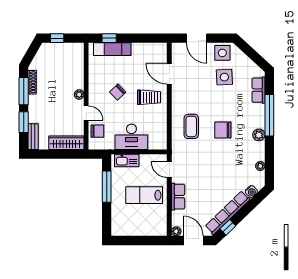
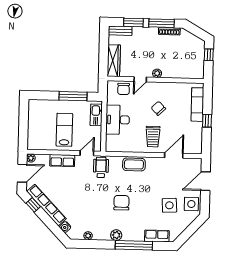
window: (109, 38) -> (207, 121), moved
coffee table: (191, 126) -> (134, 164), moved
wheelchair: (185, 154) -> (101, 167), added

